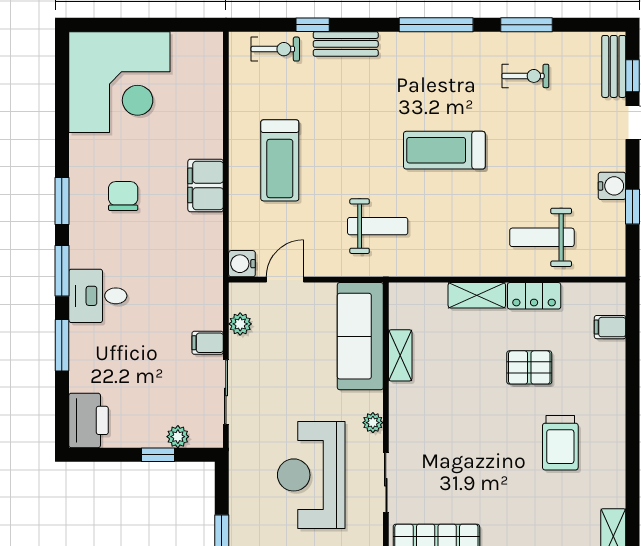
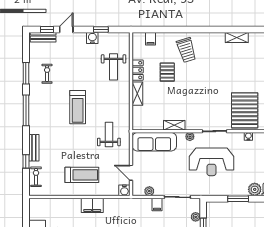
shelving: (400, 355) -> (174, 125), moved
trolley: (560, 443) -> (186, 50), moved, turned 73

